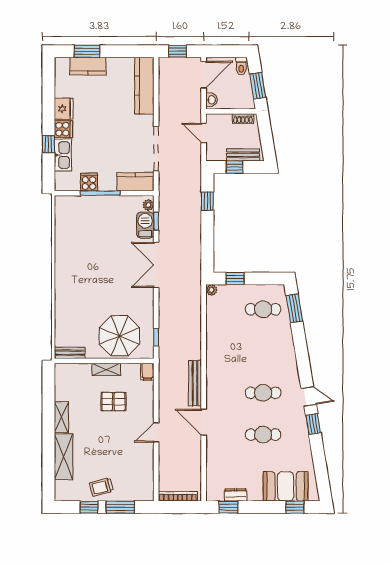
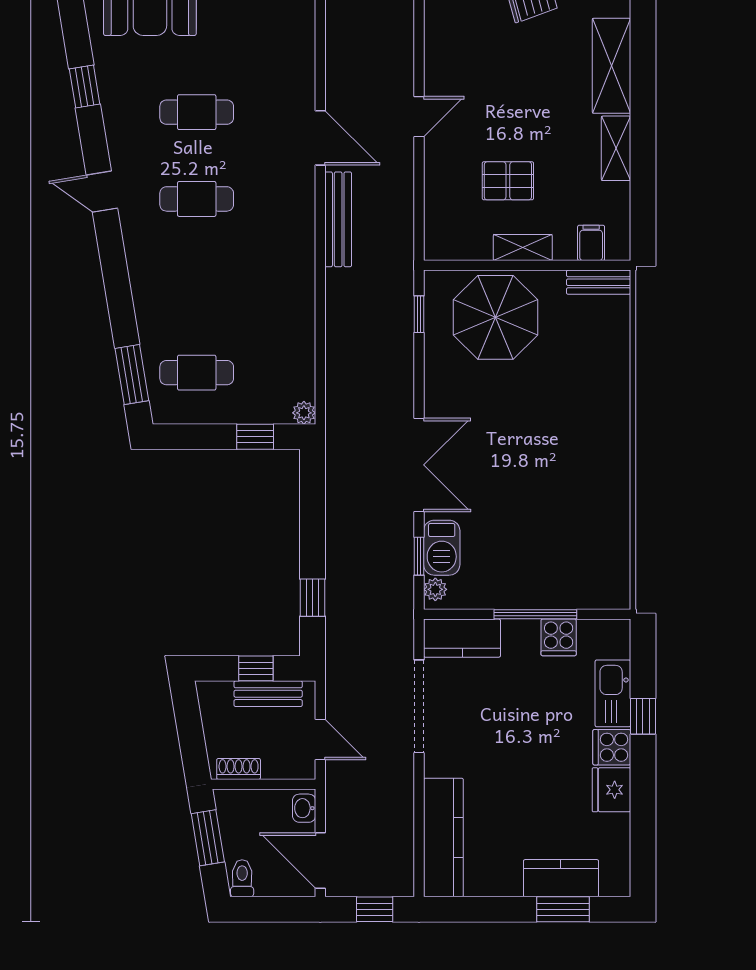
door: (204, 75) -> (320, 861), hinge flipped
bench: (243, 155) -> (268, 694), moved
filing cabinet: (147, 372) -> (591, 243), moved
window: (313, 424) -> (85, 87), moved

